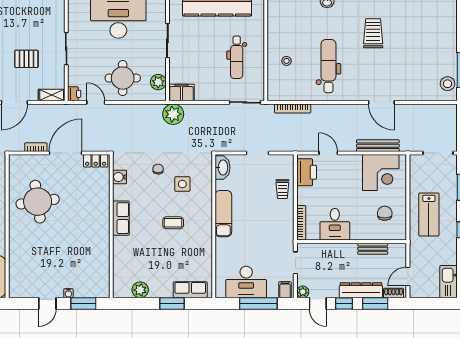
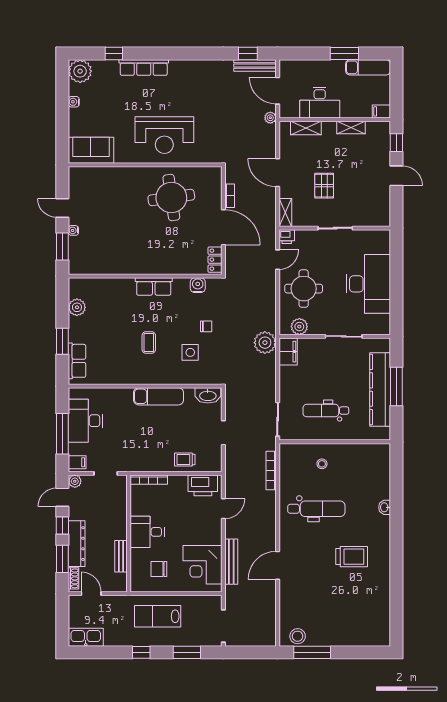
chair: (385, 213) -> (159, 569), turned 180
desk: (335, 224) -> (147, 532), moved

